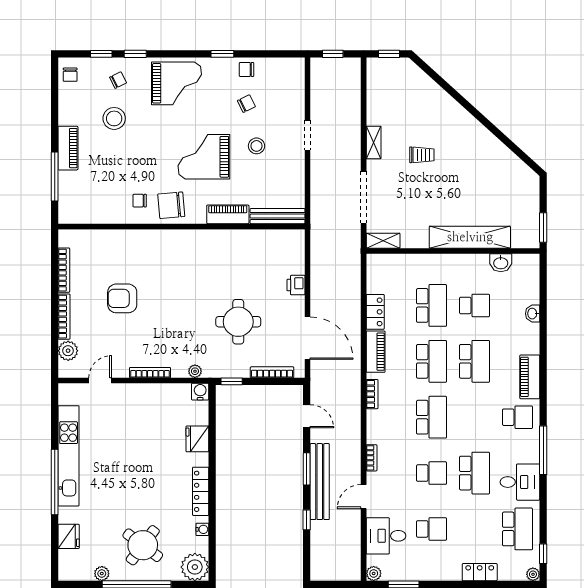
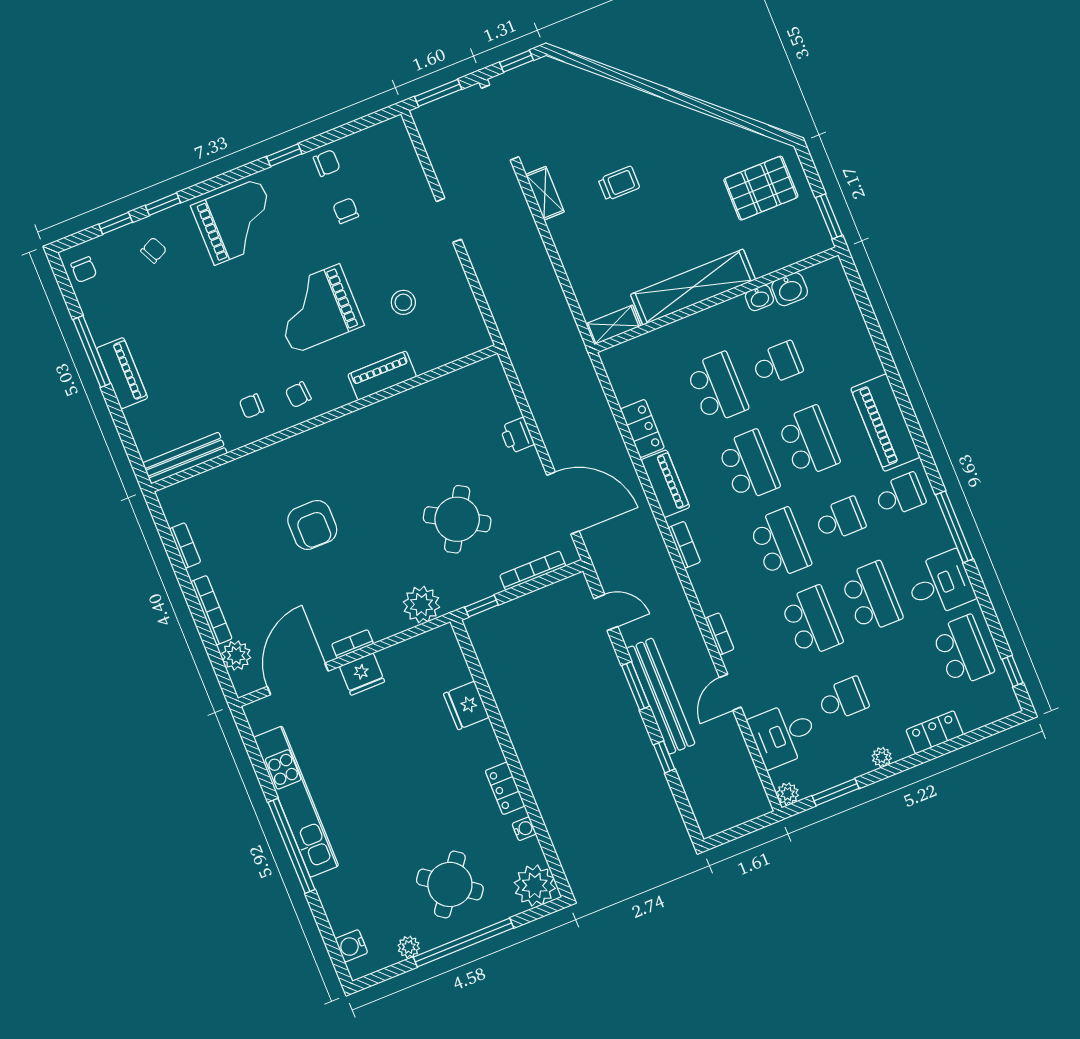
window: (333, 54) -> (438, 93), width x1.50
chair: (247, 69) -> (327, 163), turned 180
chair: (246, 104) -> (346, 211), turned -64
stool: (114, 118) -> (170, 306), removed
stool: (257, 146) -> (403, 302), moved
window: (55, 176) -> (92, 351), moved
pallet: (508, 193) -> (761, 188), added
doorway: (364, 197) -> (500, 122), moved
chair: (171, 205) -> (298, 395), width x0.54, depth x0.54
bench: (278, 216) -> (185, 458), moved
shelving: (470, 237) -> (693, 287), moved
bookcase: (64, 270) -> (185, 545), width x0.64
armchair: (122, 298) -> (312, 525), moved, turned -90
washbasin: (533, 314) -> (759, 298), moved, turned -90
round table: (238, 322) -> (457, 519), turned 31
plant: (195, 371) -> (421, 605), width x1.88, depth x1.88
bookcase: (150, 373) -> (353, 644), width x0.64
piano: (530, 377) -> (885, 423), width x1.37, depth x1.33
door: (100, 380) -> (298, 679), width x1.88
water cooler: (200, 392) -> (351, 946), moved, turned -90
school desk: (474, 417) -> (840, 519), added
school desk: (431, 473) -> (812, 621), width x1.85
locker: (201, 491) -> (505, 788), width x0.66
fridge: (69, 536) -> (362, 674), moved, turned 90
plant: (533, 574) -> (882, 757), moved

